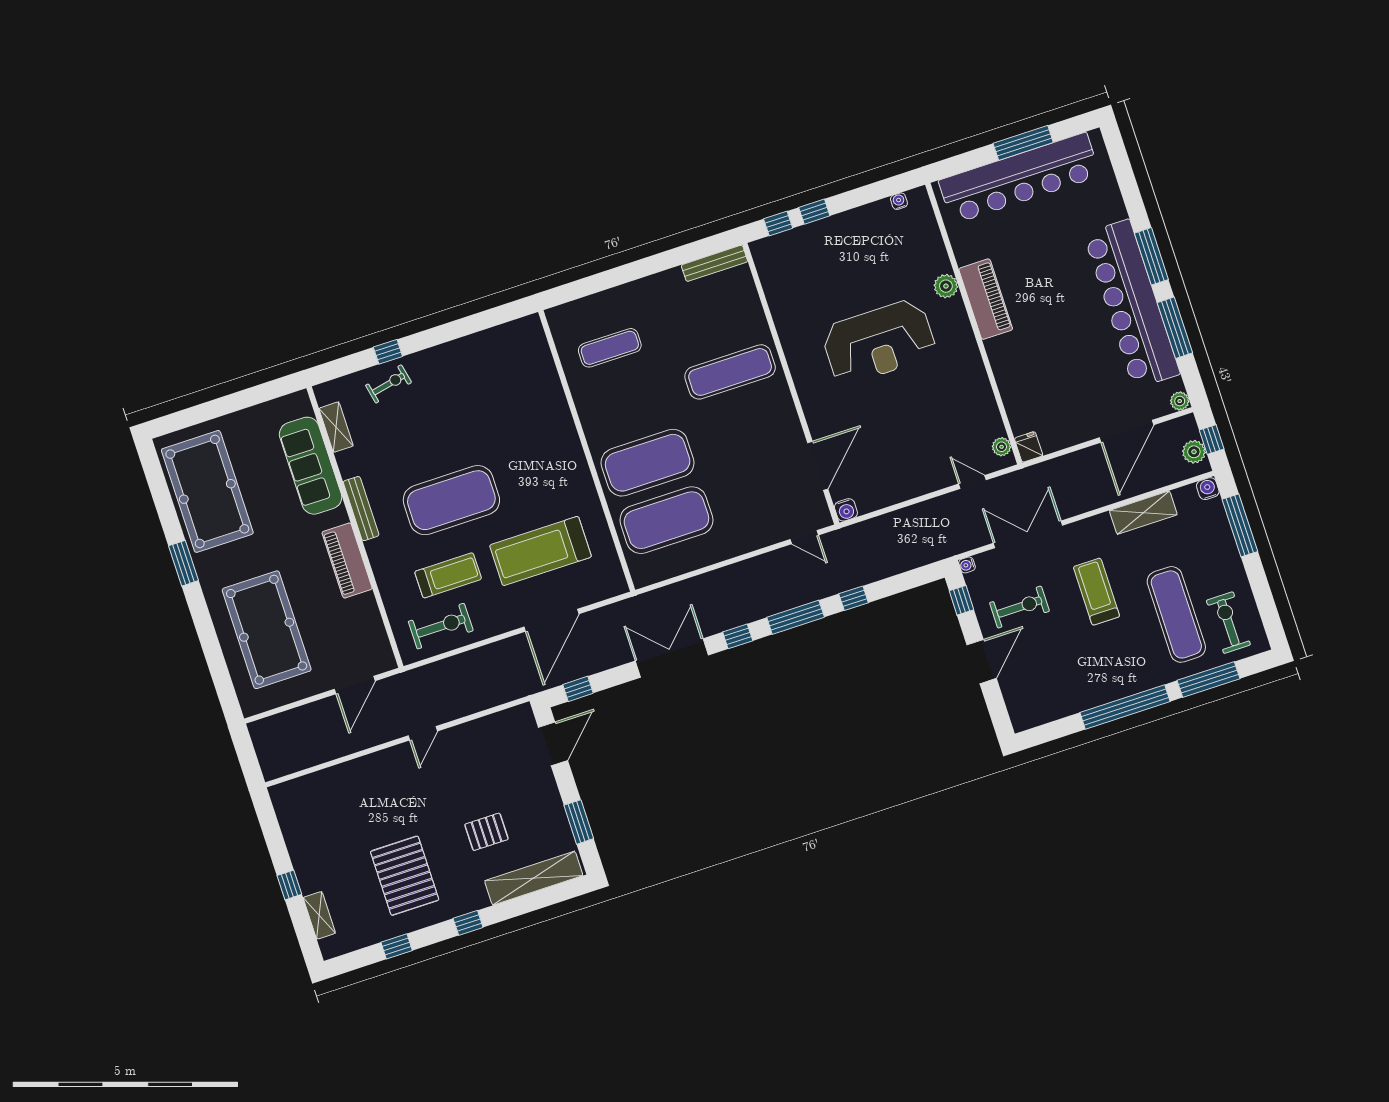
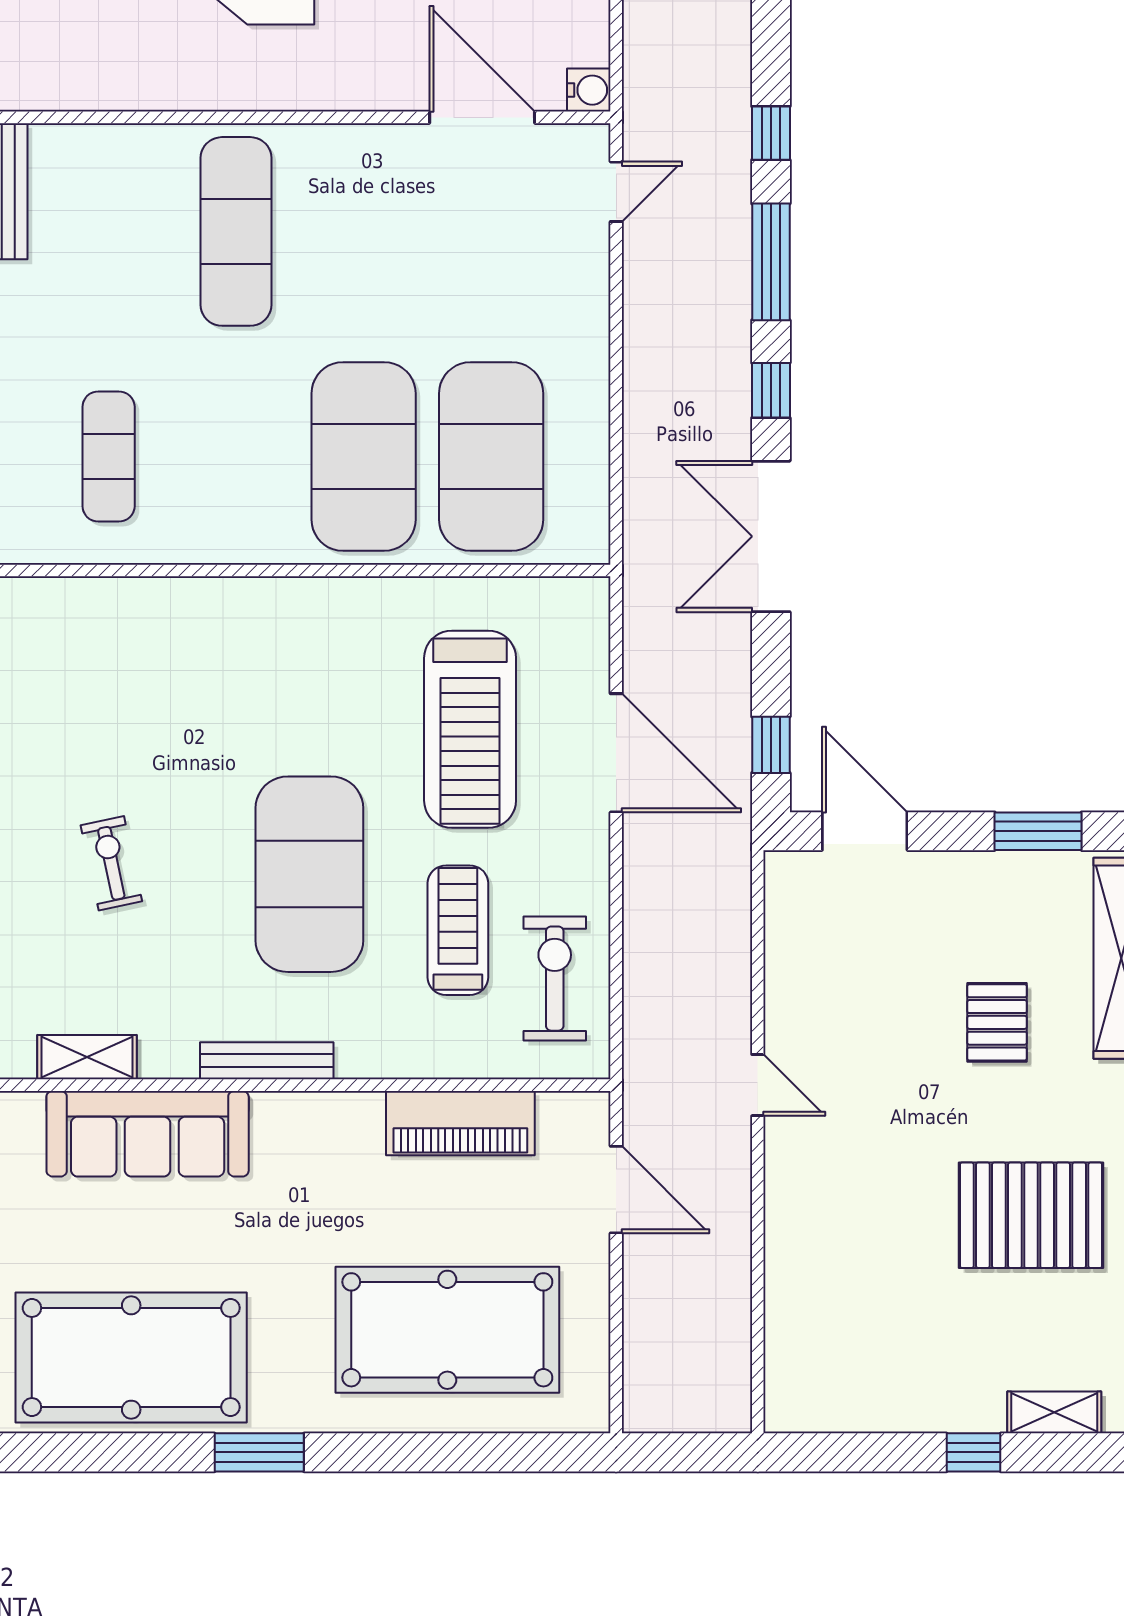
exercise bike: (389, 384) -> (111, 863), moved
piano: (347, 561) -> (460, 1123), moved

